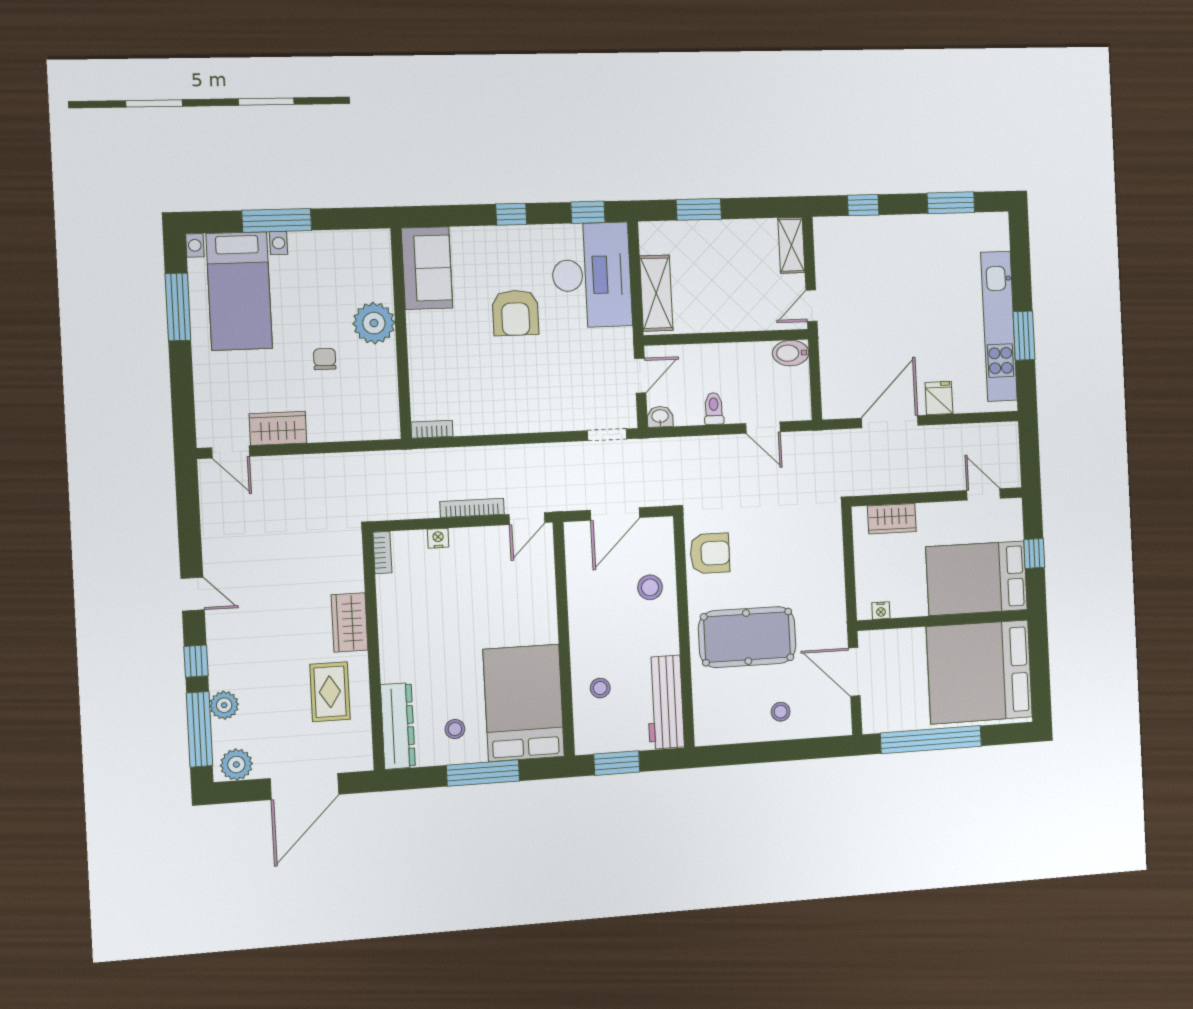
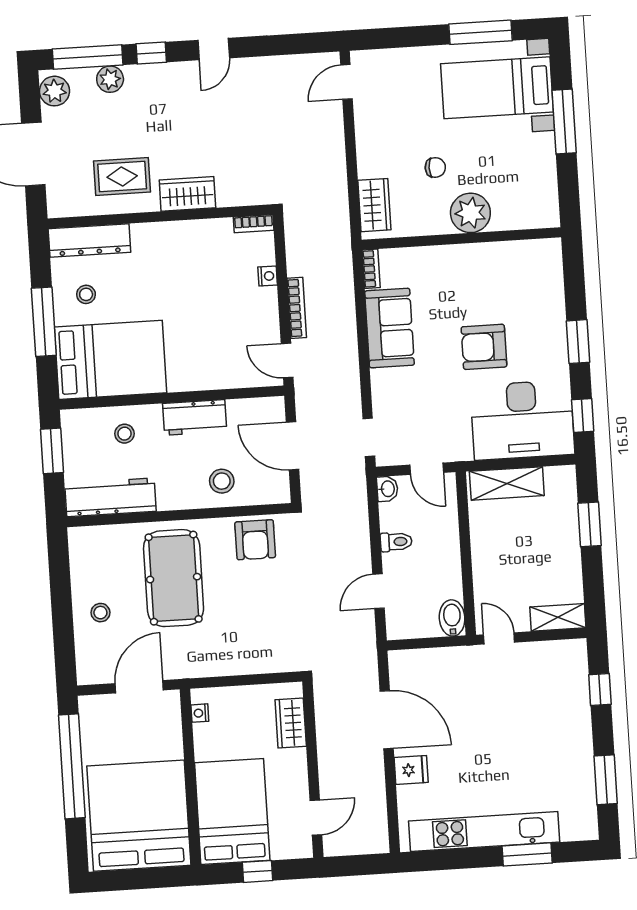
window: (511, 214) -> (578, 342), width x1.50
sofa: (427, 268) -> (390, 328), moved, turned -90
window: (1024, 336) -> (527, 854), moved
wardrobe: (278, 428) -> (374, 205), moved
workbench: (584, 615) -> (195, 417), added

